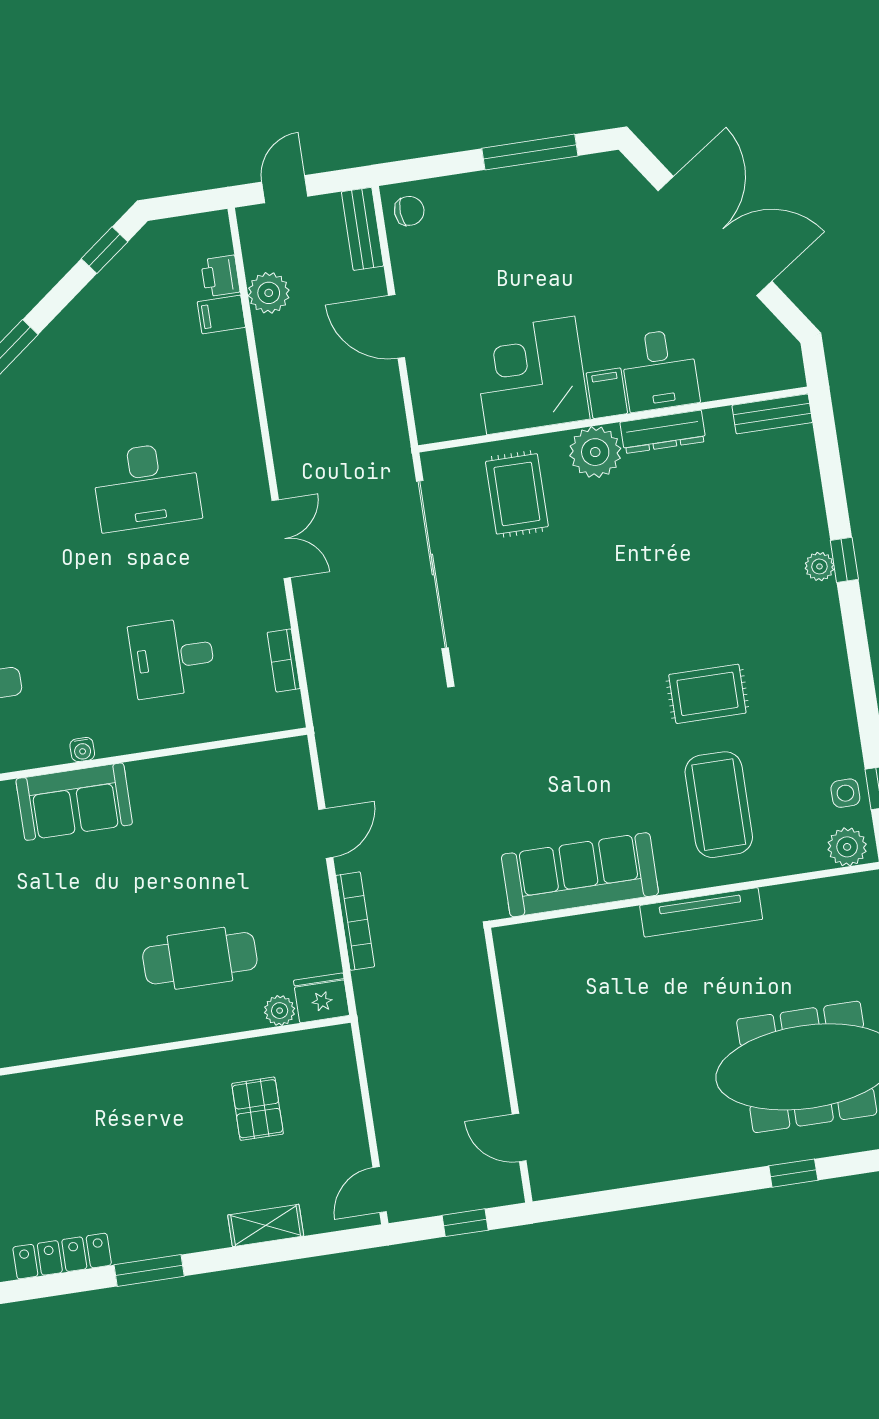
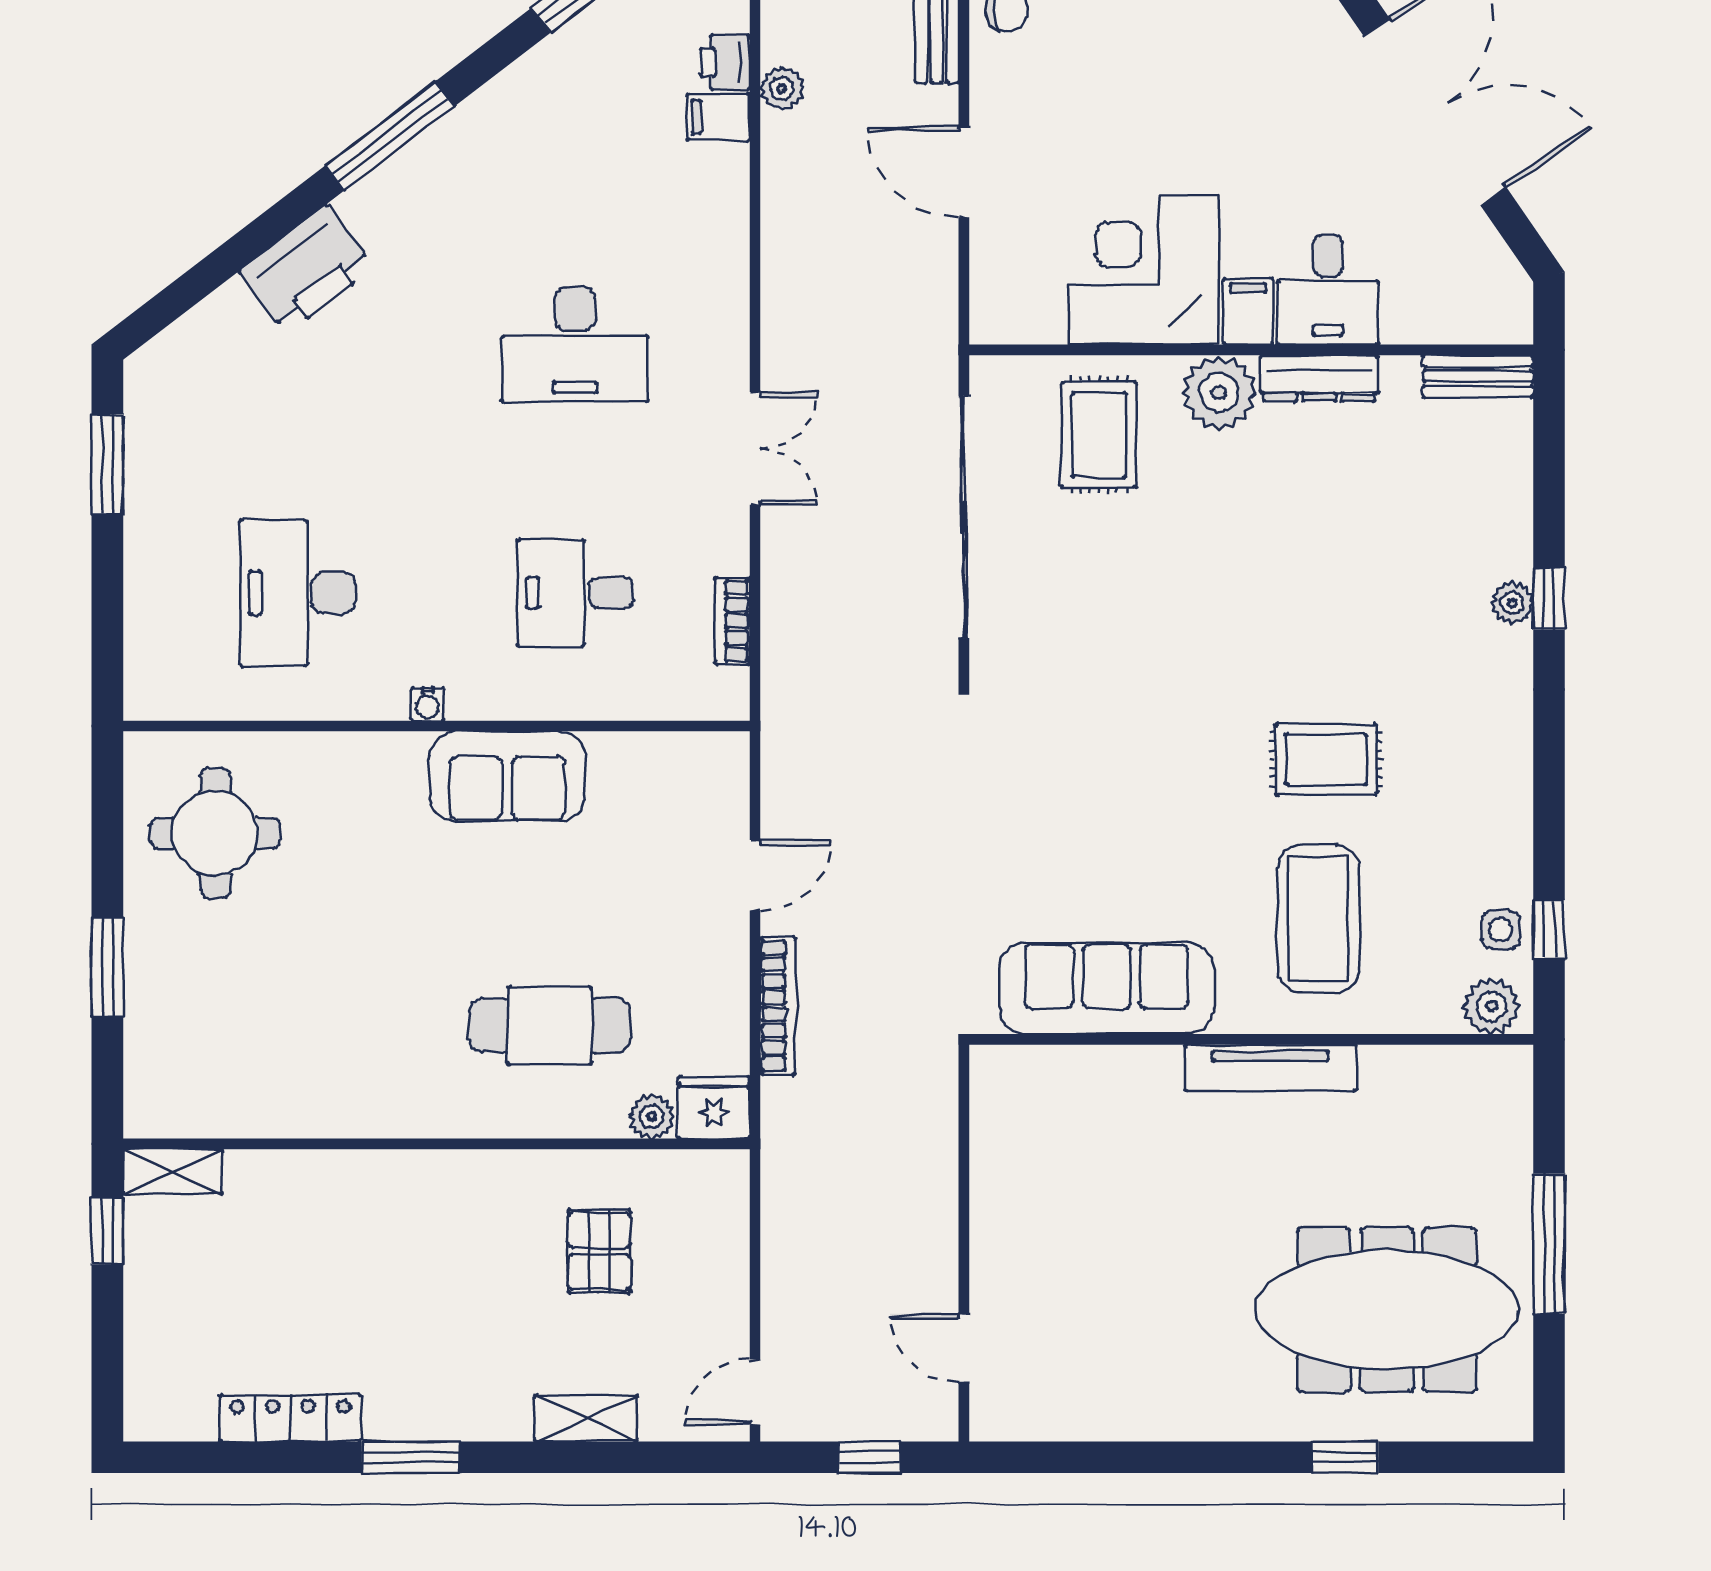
plant: (269, 293) -> (782, 89), width x0.73, depth x0.73
sofa: (74, 802) -> (507, 776), moved

